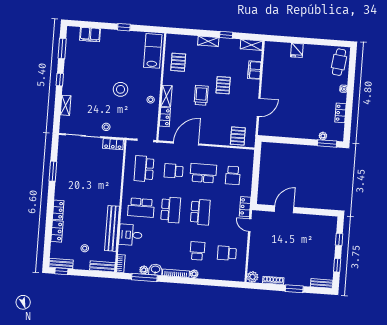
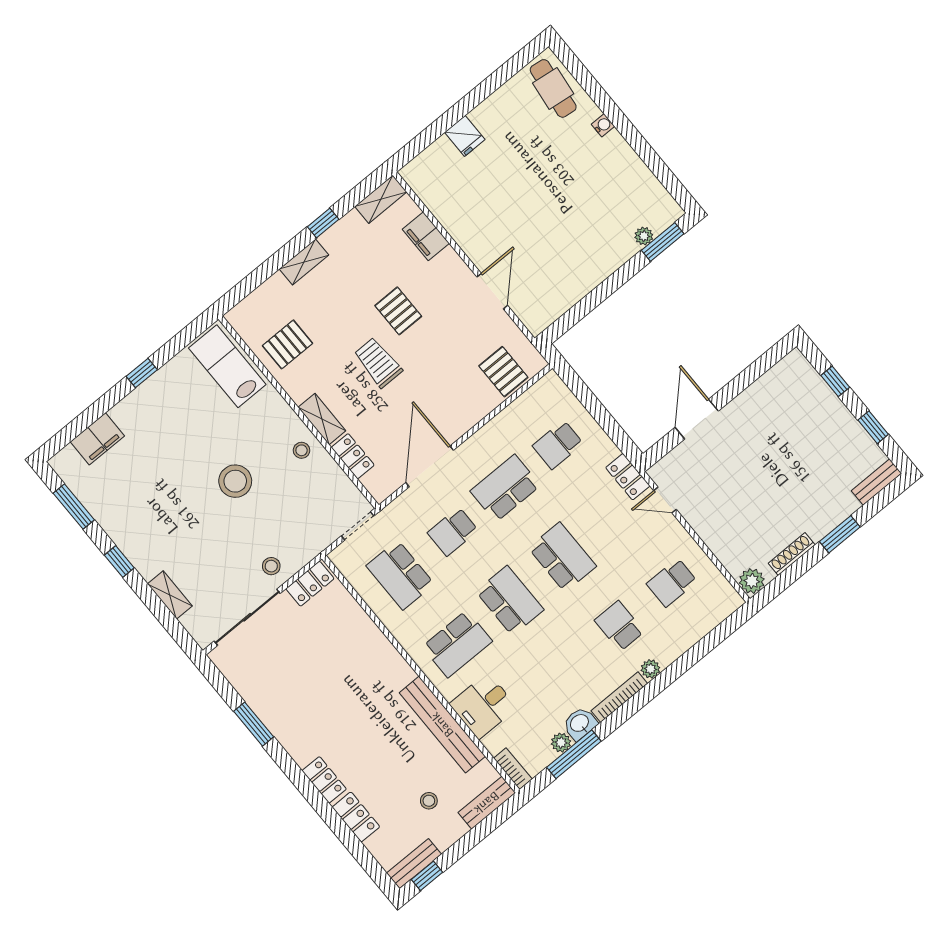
pallet: (178, 62) -> (288, 344), turned 90
locker: (341, 113) -> (636, 170), removed
school desk: (233, 175) -> (558, 445), turned 90

